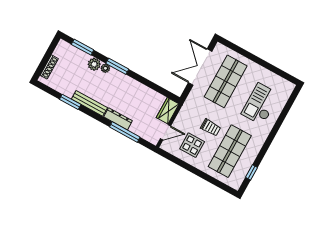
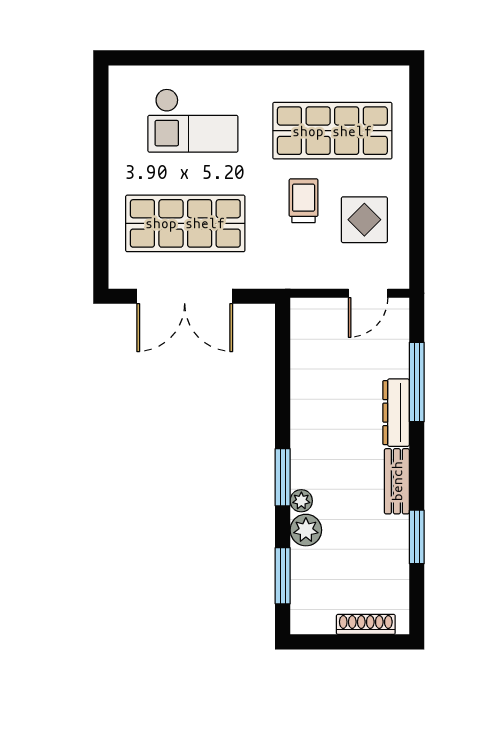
bench: (89, 103) -> (397, 481), width x0.73
wardrobe: (168, 111) -> (319, 314), removed
door: (165, 132) -> (368, 293), swing flipped
window: (251, 172) -> (352, 58), removed

